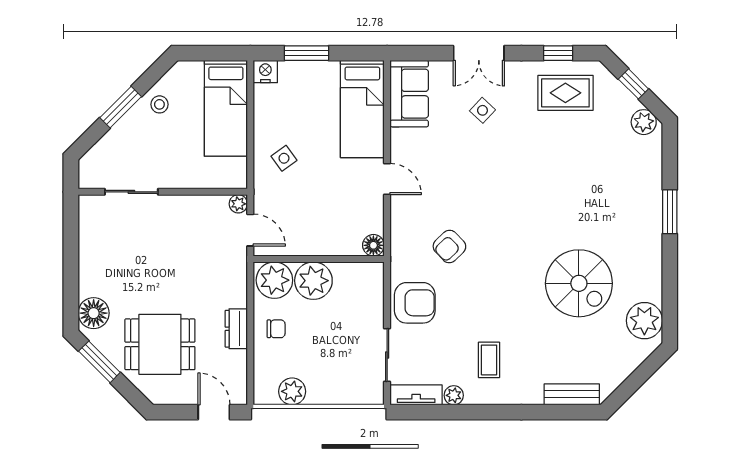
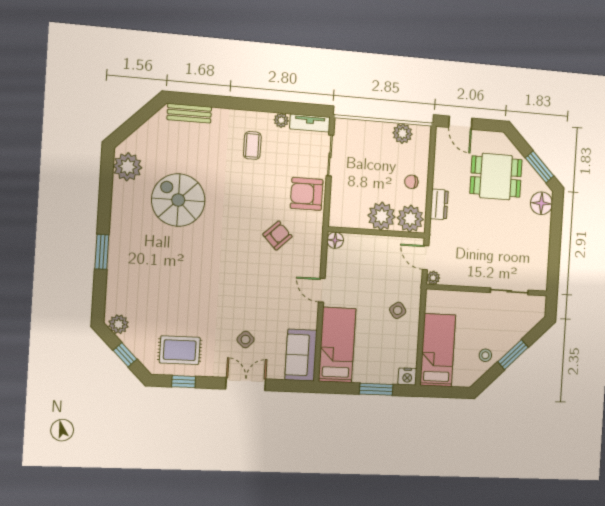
dresser: (236, 329) -> (439, 204), moved

